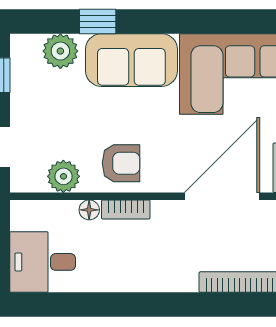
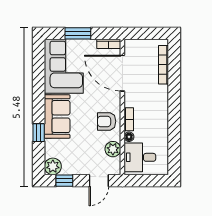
plant: (60, 51) -> (53, 166), moved
armchair: (121, 163) -> (107, 121), turned -90
desk: (43, 262) -> (140, 157), moved, turned 90

